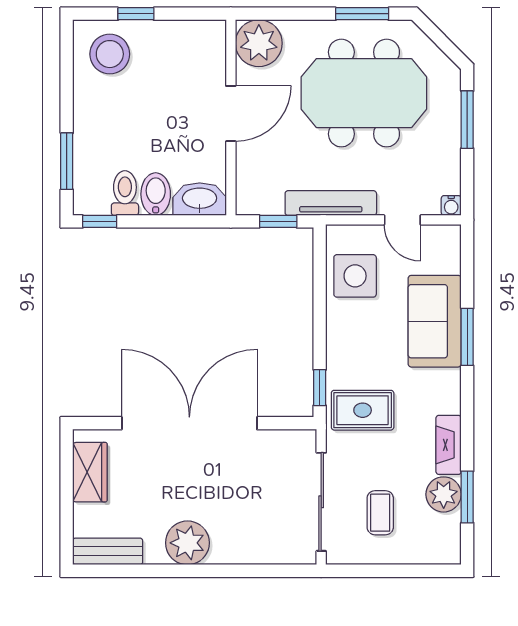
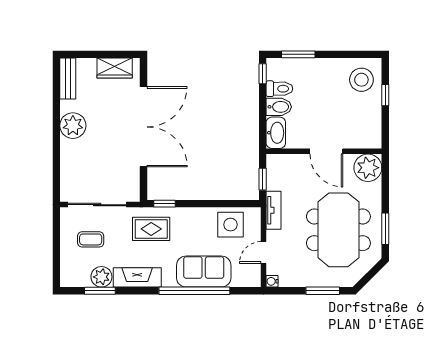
tv unit: (331, 203) -> (273, 210), width x0.71
window: (467, 337) -> (194, 291), width x2.11
rug: (363, 410) -> (151, 229), turned 90
fireplace: (449, 445) -> (137, 277), width x1.37, depth x1.32

